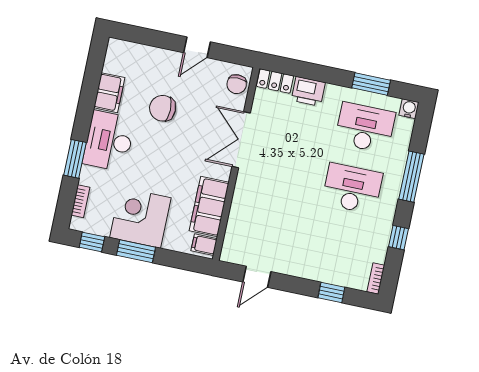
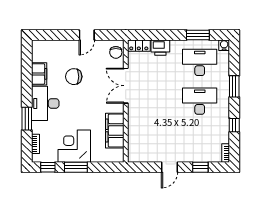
window: (411, 177) -> (234, 86), width x0.69
filing cabinet: (204, 245) -> (117, 154), removed
door: (257, 277) -> (169, 167), moved

